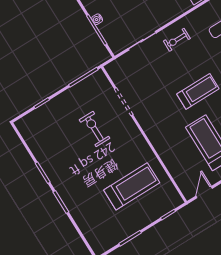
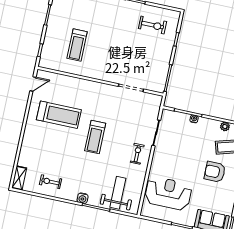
exercise bike: (94, 129) -> (152, 25), moved
treadmill: (132, 186) -> (77, 45), width x0.73, depth x0.73
door: (204, 192) -> (33, 84), hinge flipped

